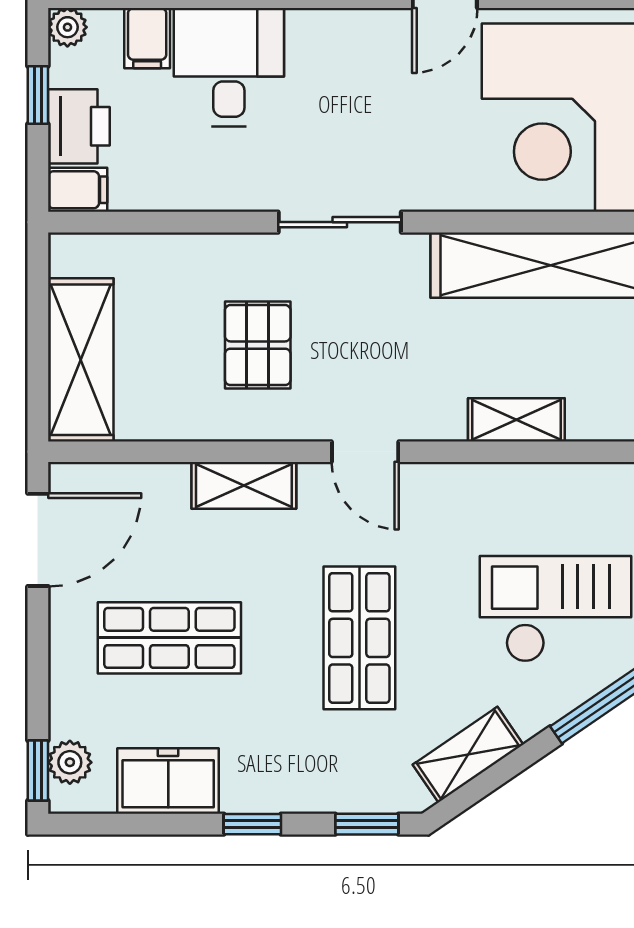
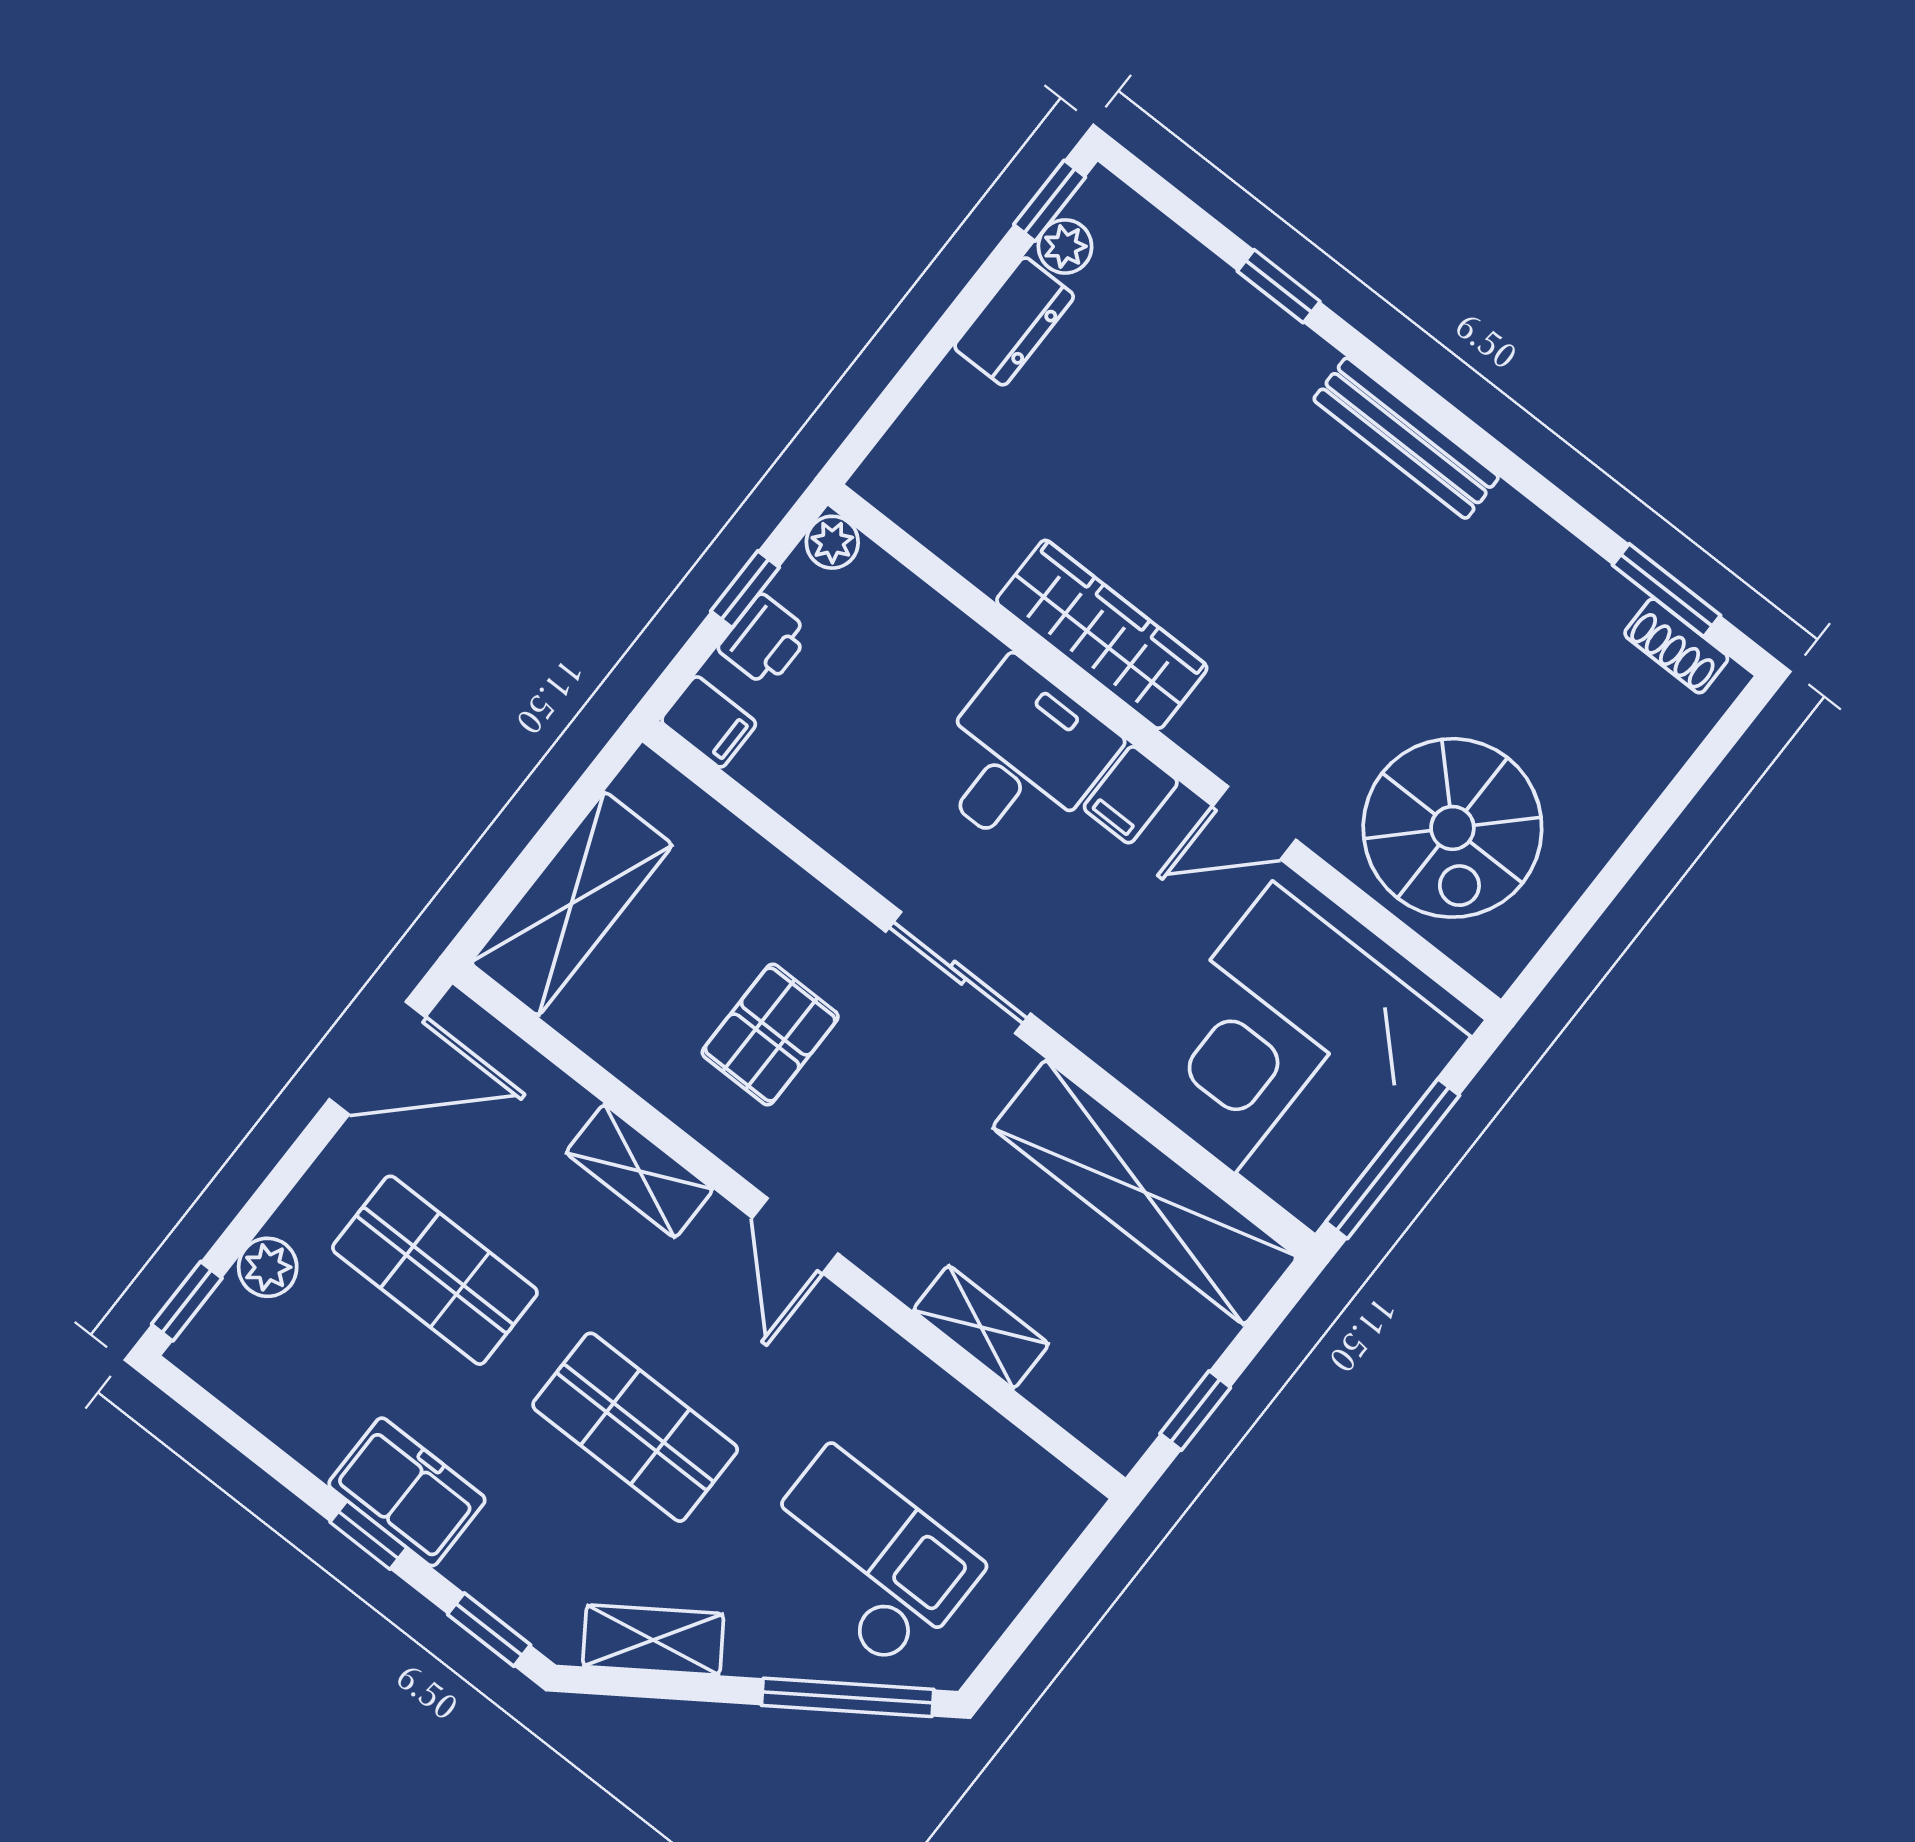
filing cabinet: (147, 38) -> (1131, 795), moved
desk: (229, 67) -> (1021, 758), moved
printer: (79, 126) -> (764, 641), width x0.73, depth x0.81
shop shelf: (359, 638) -> (635, 1427), turned 90
plant: (70, 762) -> (268, 1267), moved
freezer: (168, 781) -> (407, 1492), moved

